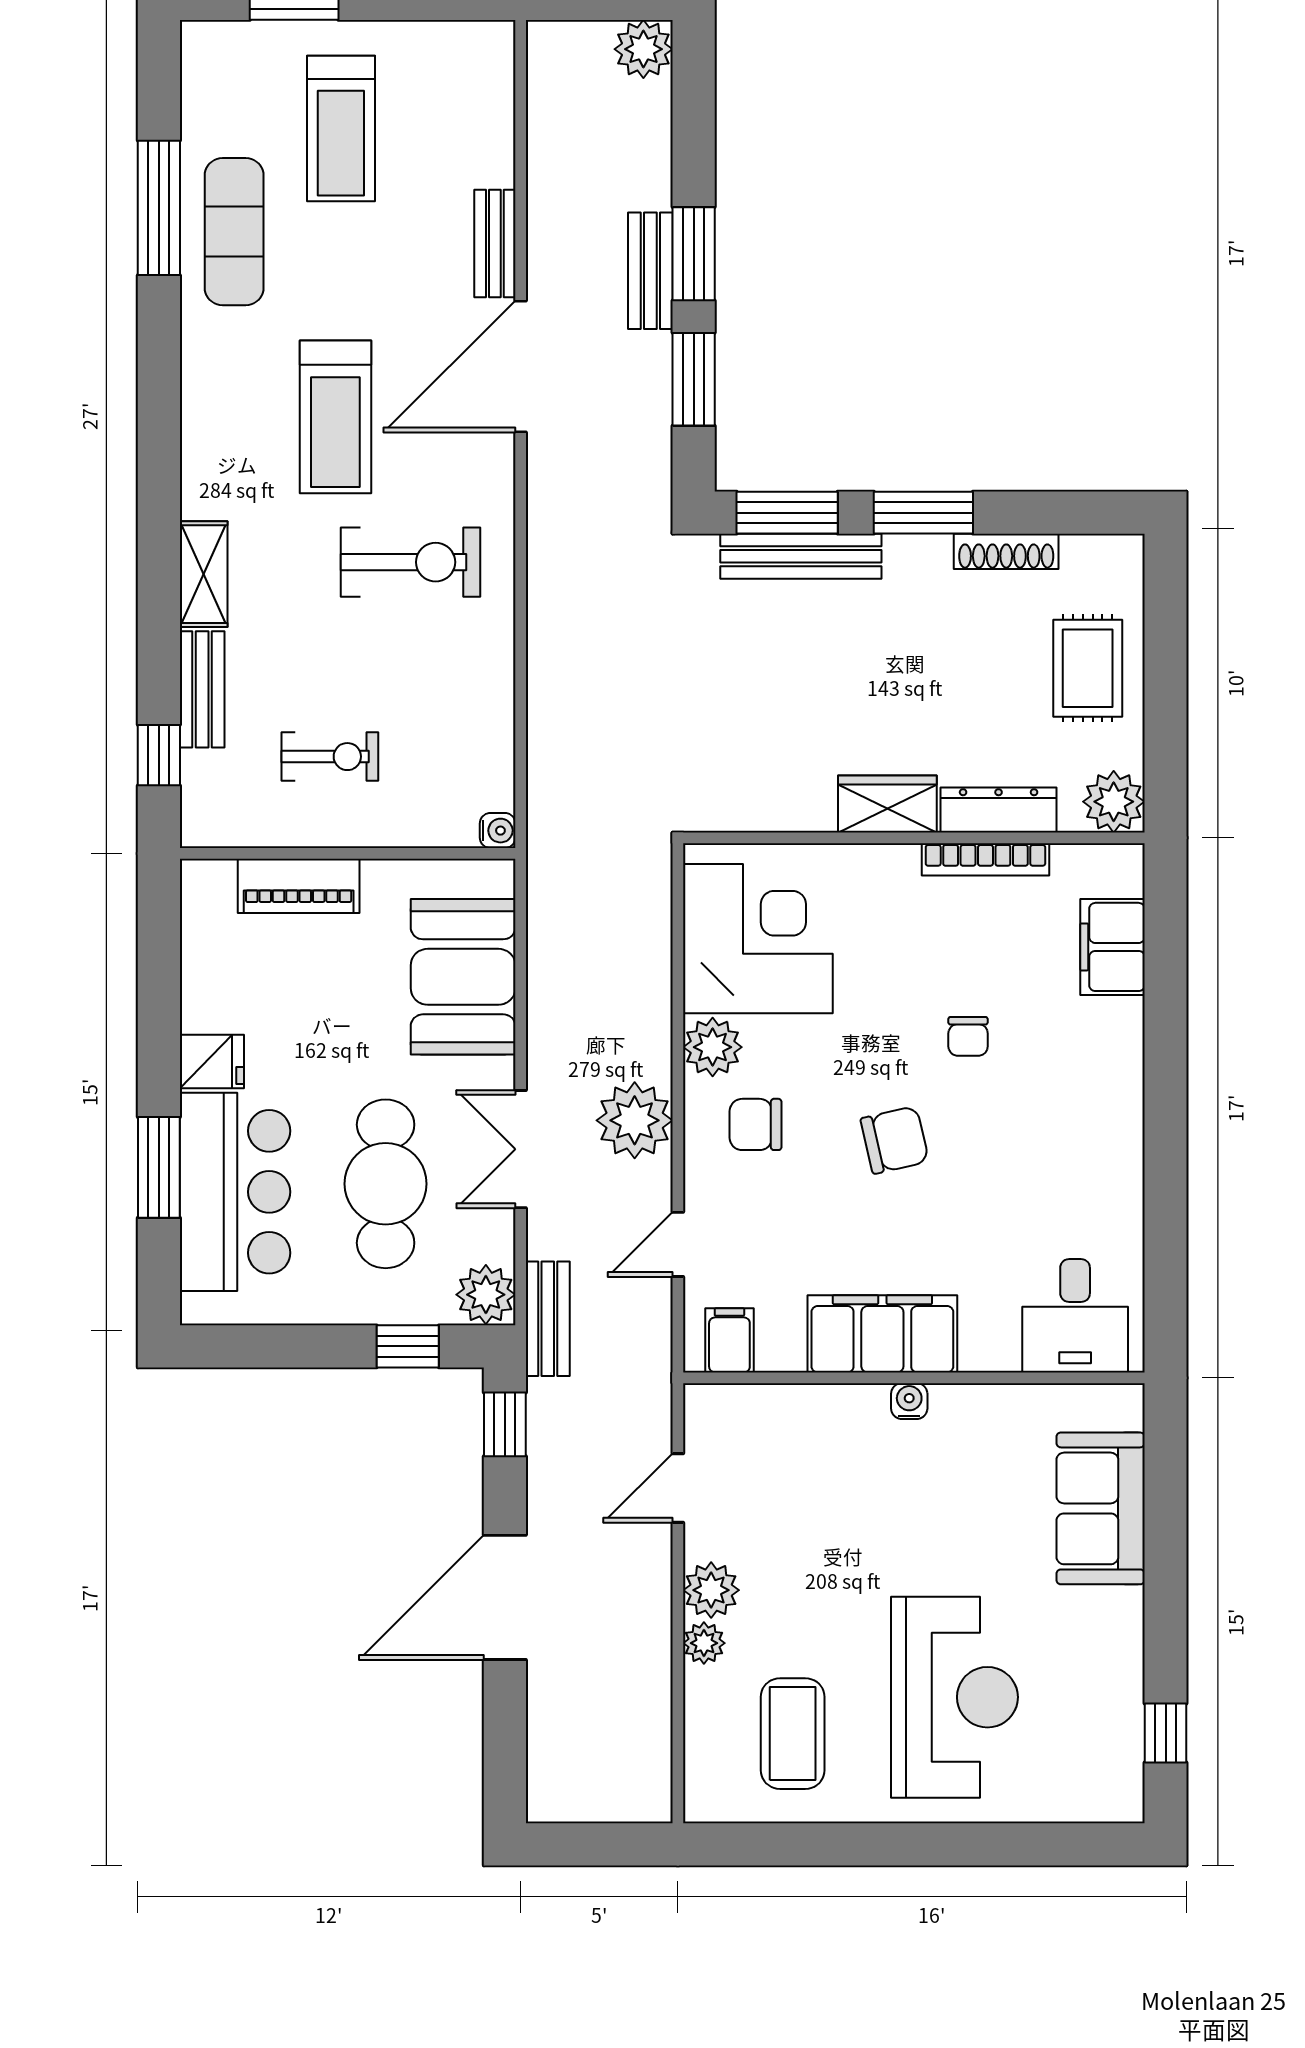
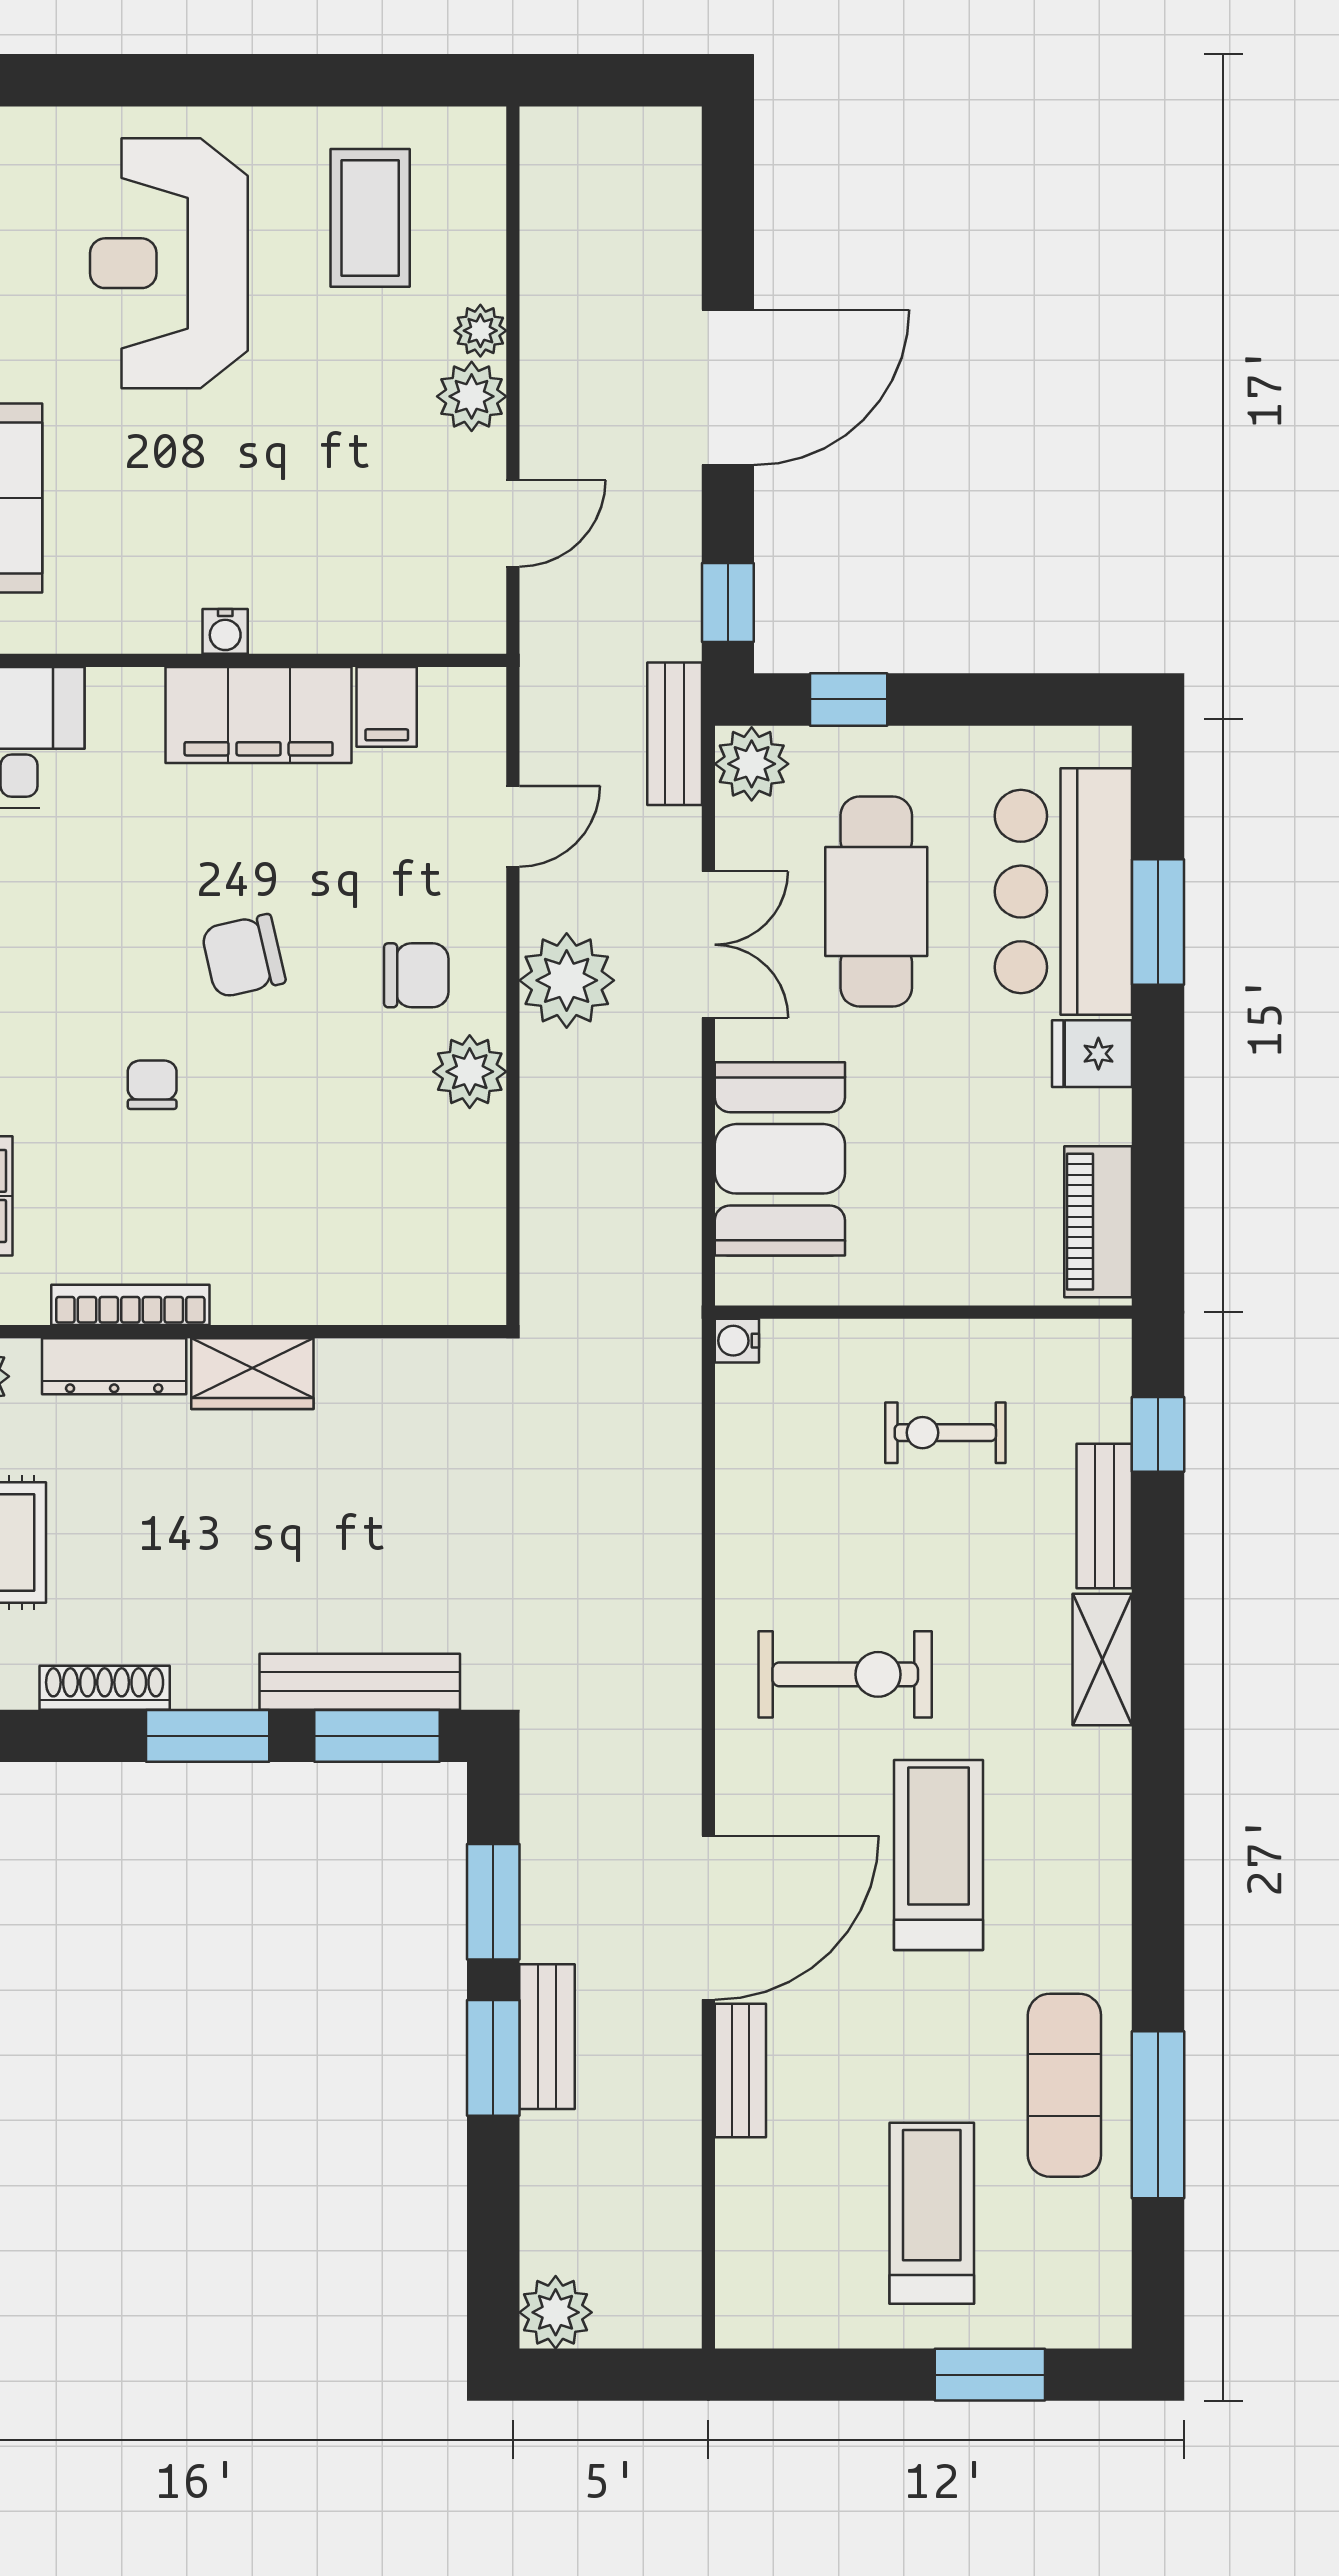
exercise bike: (411, 562) -> (845, 1674), turned 180
piano: (299, 886) -> (1098, 1222), moved, turned -90
corner desk: (758, 939) -> (413, 1206), removed
filing cabinet: (729, 1340) -> (387, 707), moved

